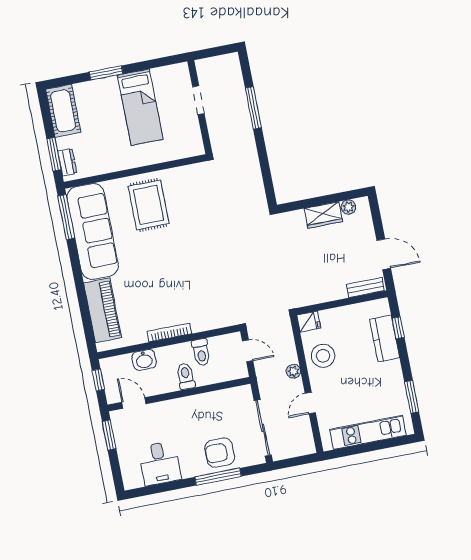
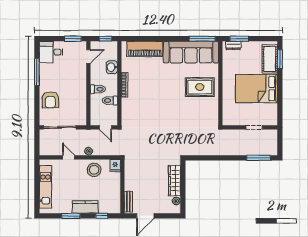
window: (106, 73) -> (280, 59), moved
bed: (140, 107) -> (257, 89), width x1.50
window: (253, 108) -> (259, 158), moved
cot: (63, 111) -> (270, 59), moved, turned 90
wardrobe: (323, 215) -> (174, 181), width x1.50
kitchen counter: (385, 339) -> (85, 207), moved
door: (248, 351) -> (105, 127), hinge flipped
window: (412, 397) -> (71, 216), moved
armchair: (220, 453) -> (50, 100), turned 180
desk: (160, 463) -> (51, 52), moved
window: (218, 477) -> (37, 72), moved

